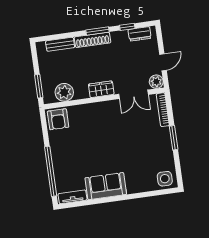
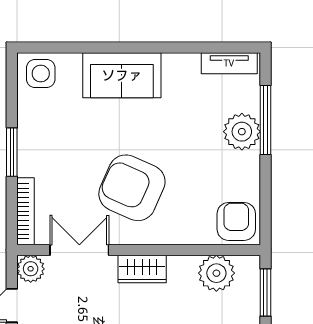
armchair: (112, 129) -> (132, 188), added
plant: (62, 164) -> (242, 132), added
window: (51, 171) -> (265, 120), width x0.68
sofa: (106, 186) -> (122, 75), moved

